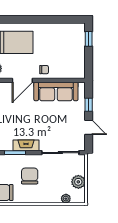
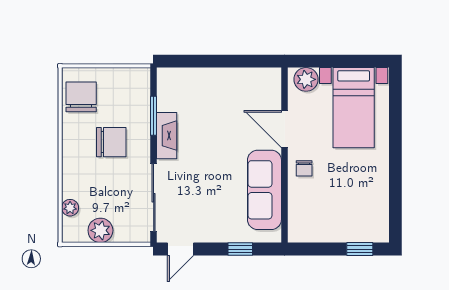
door: (89, 127) -> (181, 249), moved

